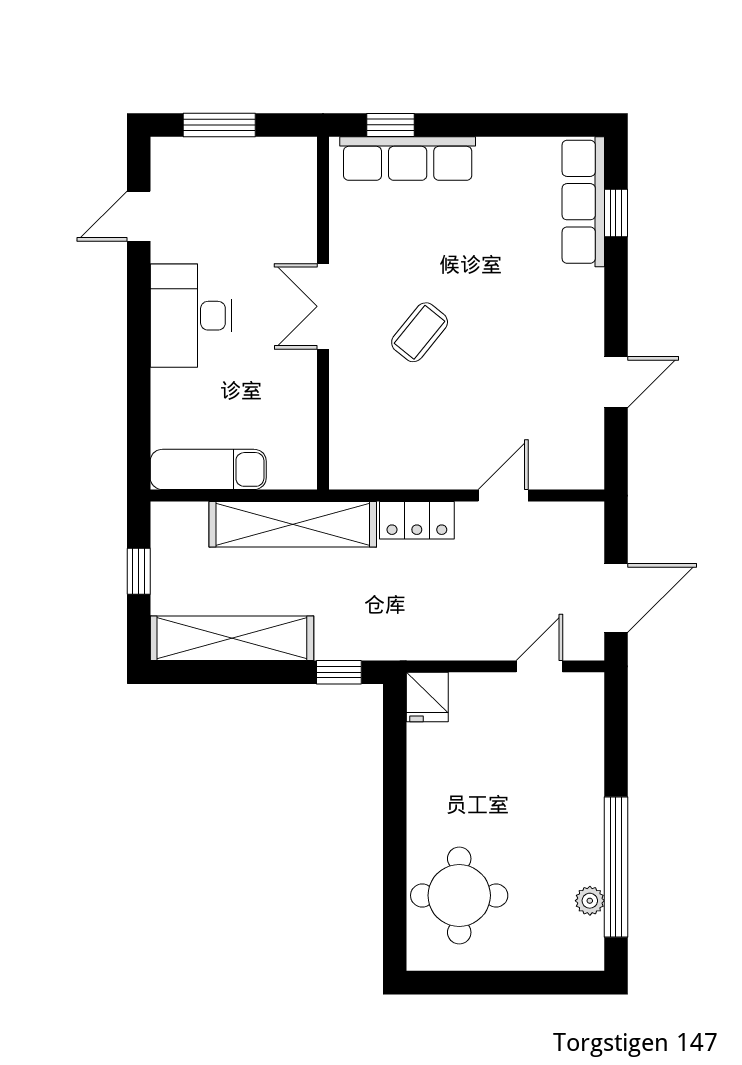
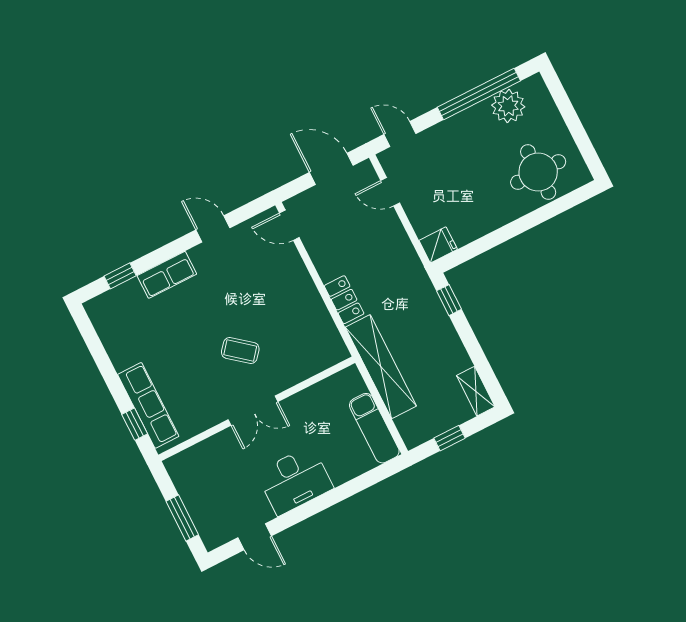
row of seats: (583, 202) -> (167, 275), moved, width x0.68
door: (503, 496) -> (289, 225), moved
shelving: (232, 638) -> (476, 391), width x0.45, depth x0.75
door: (616, 723) -> (400, 134), added
plant: (590, 901) -> (508, 106), width x1.87, depth x1.87

